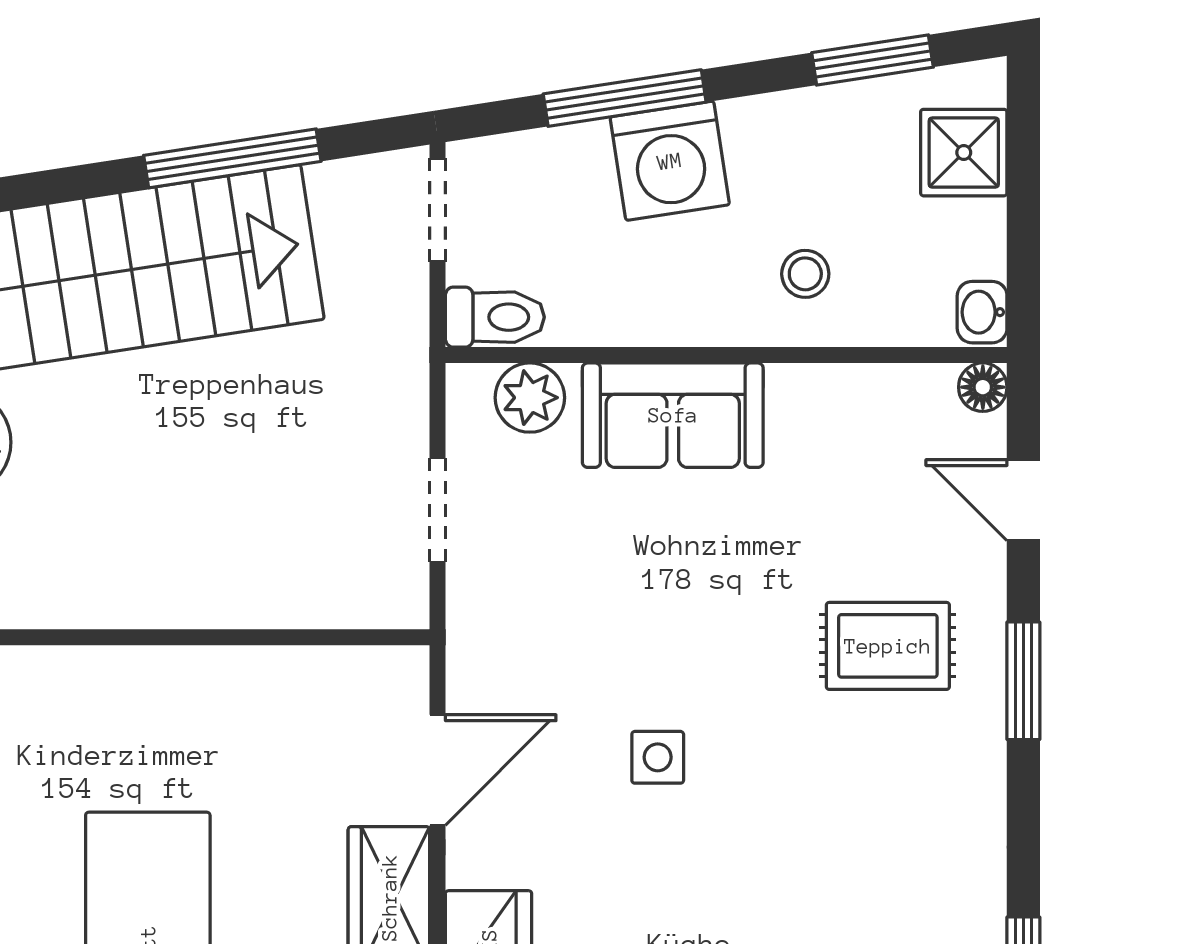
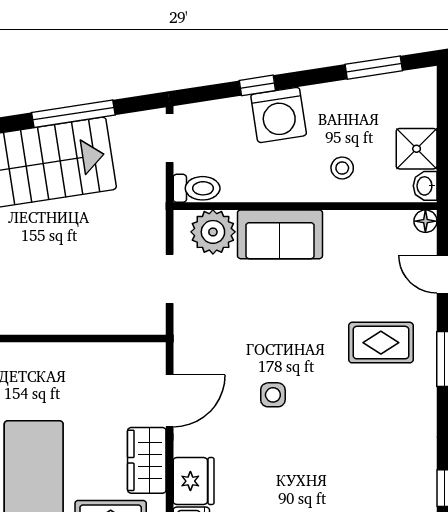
window: (625, 98) -> (257, 85), width x0.46
shower: (964, 153) -> (417, 149), moved
plant: (530, 398) -> (213, 232), width x1.36, depth x1.36

